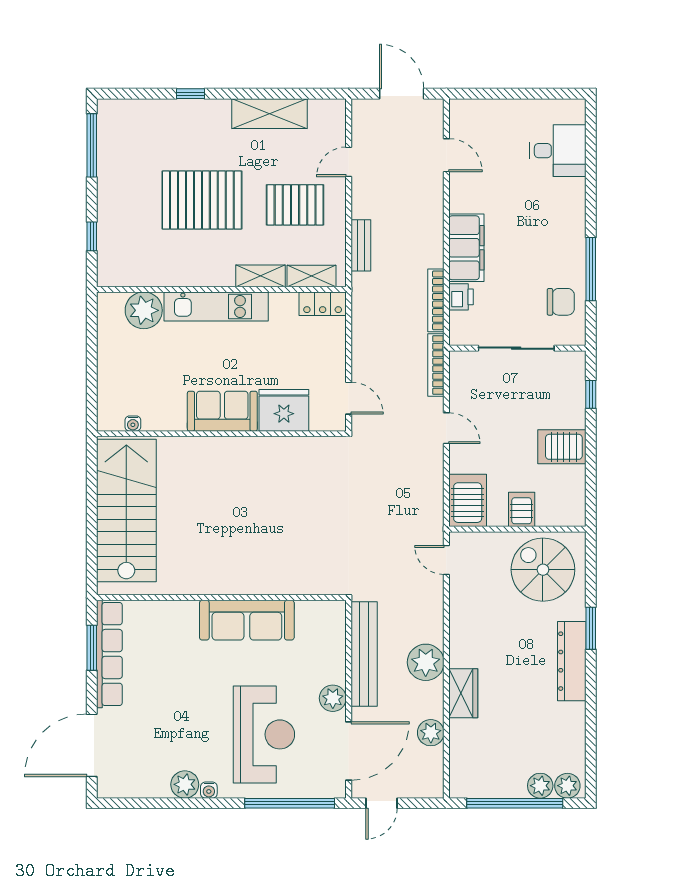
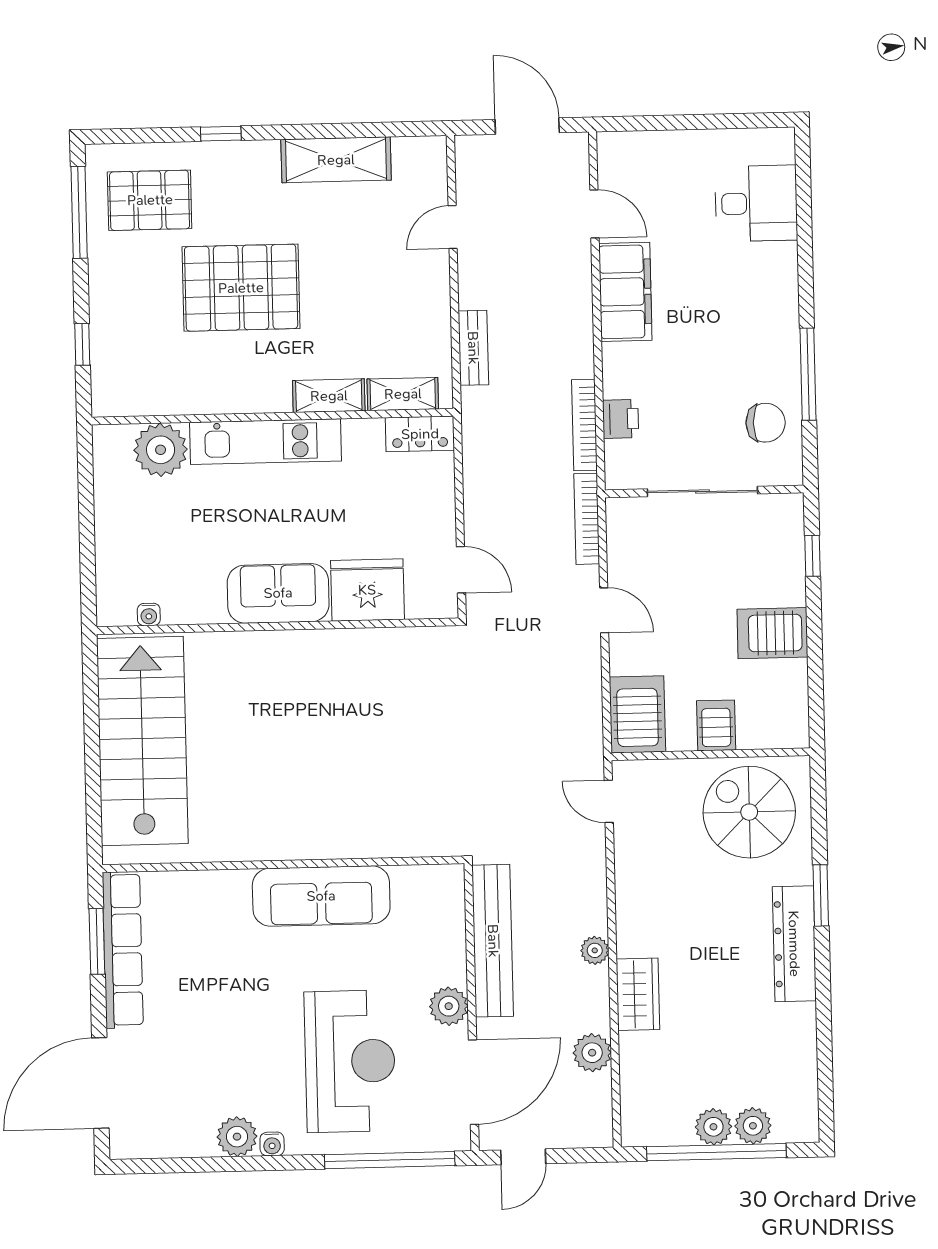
pallet: (295, 205) -> (150, 200), moved
filing cabinet: (466, 248) -> (625, 292), moved
plant: (426, 662) -> (595, 950), width x0.53, depth x0.53
plant: (567, 786) -> (713, 1127), moved

